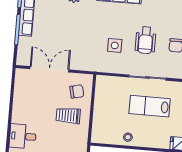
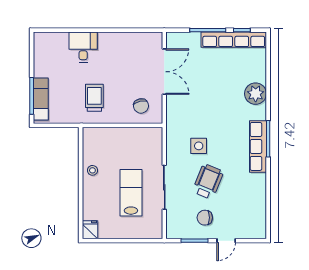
wheelchair: (146, 40) -> (208, 182), turned 112
trolley: (68, 116) -> (94, 98), moved

